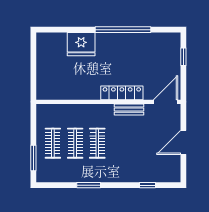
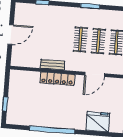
fridge: (81, 44) -> (98, 122), moved
door: (166, 102) -> (95, 74), moved

